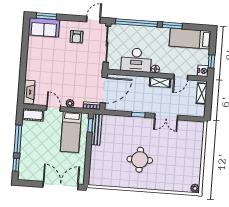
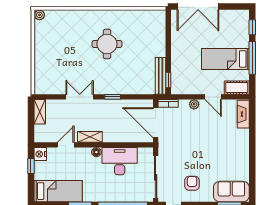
door: (104, 90) -> (156, 123), hinge flipped
shelving: (202, 93) -> (40, 112), moved
bed: (71, 132) -> (225, 59), moved, turned -90

